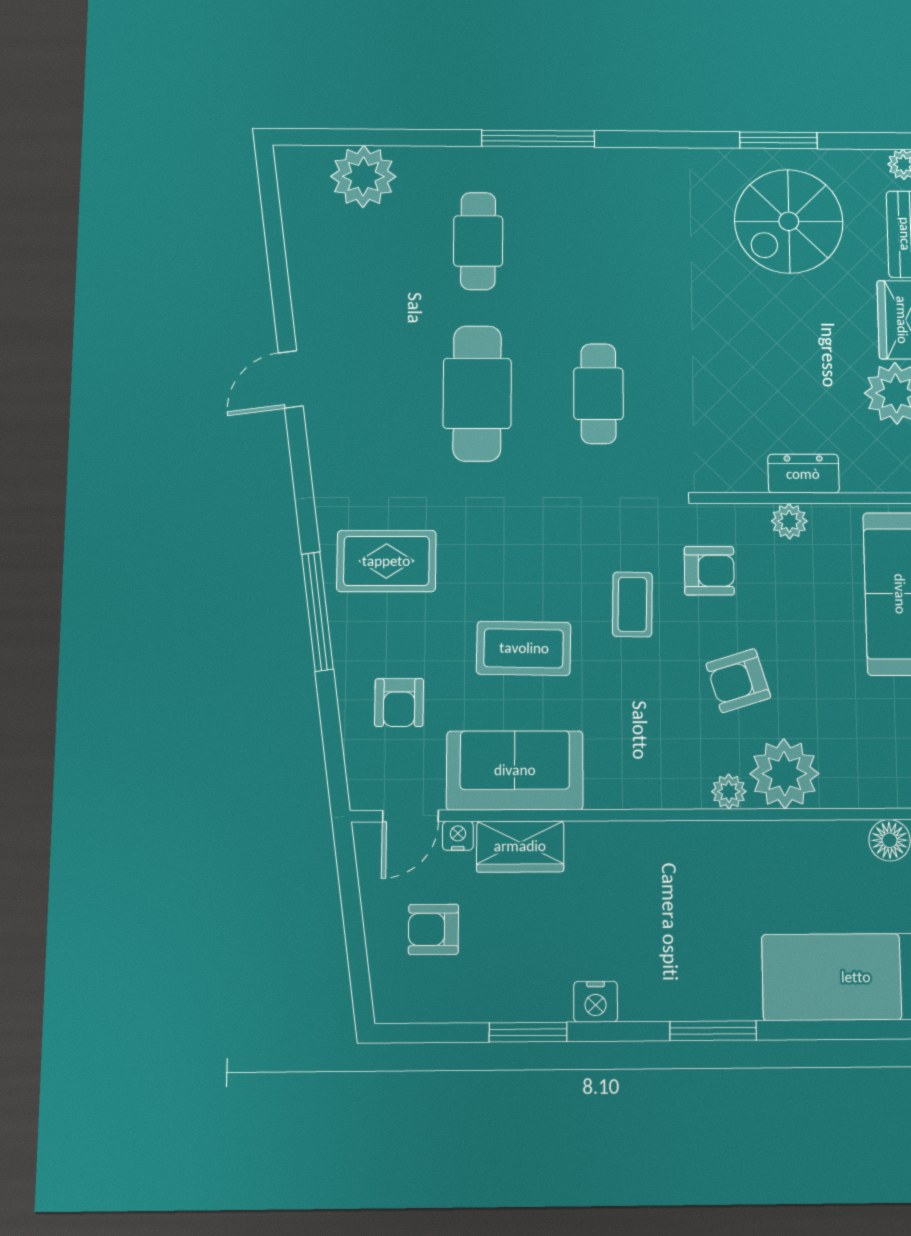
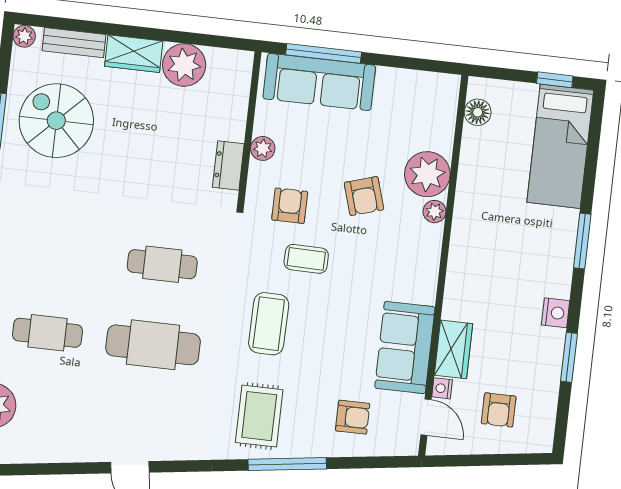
spiral stairs: (789, 221) -> (56, 121), turned 180
dresser: (803, 474) -> (228, 165), moved
coffee table: (524, 648) -> (269, 324), moved

